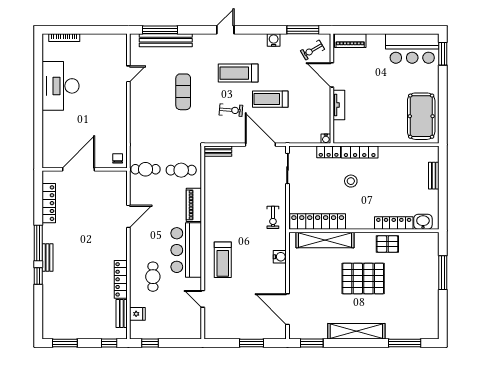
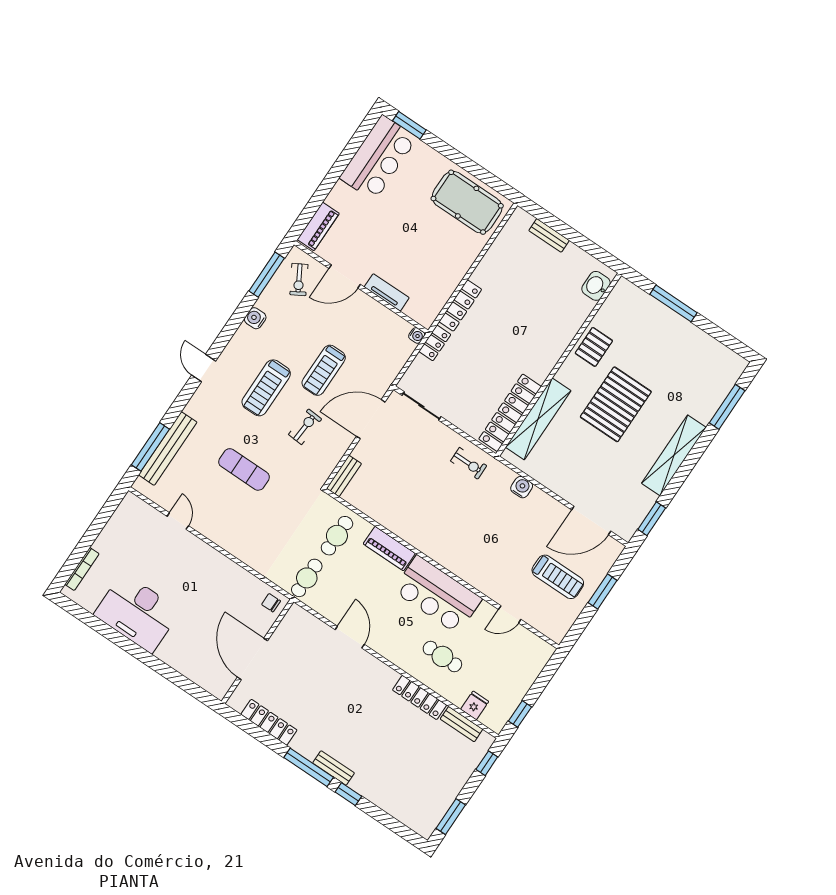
stool: (351, 181) -> (488, 340), removed
locker: (394, 223) -> (574, 322), removed
treadmill: (223, 260) -> (558, 577), moved

